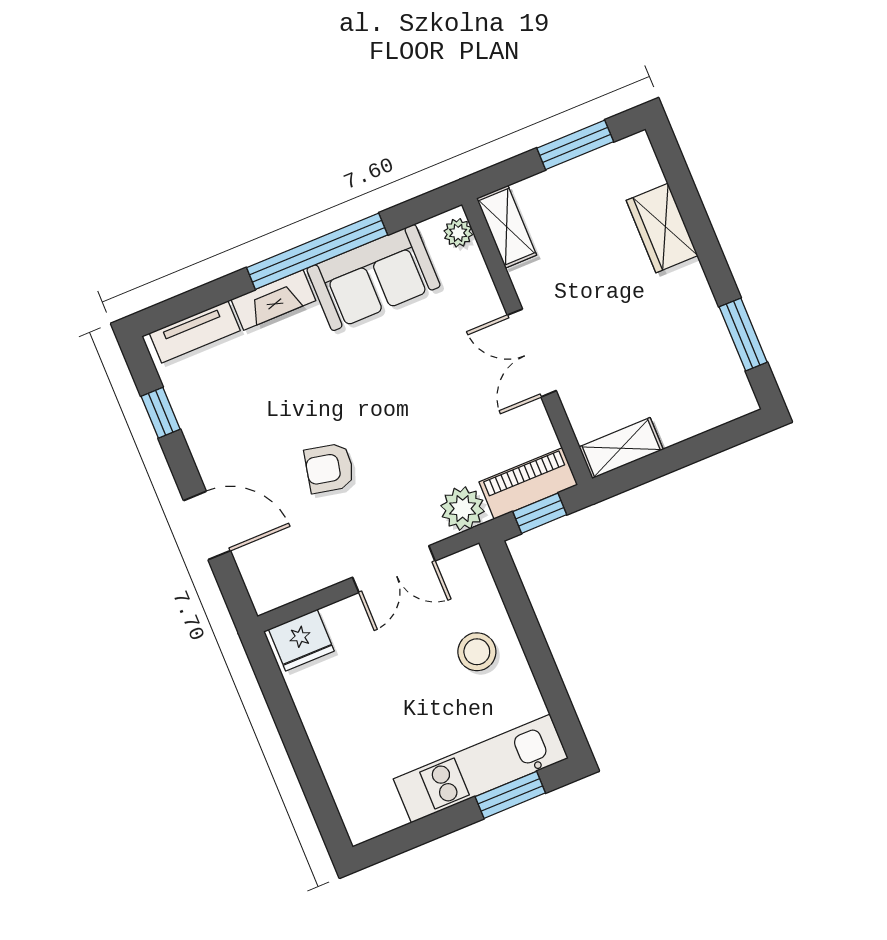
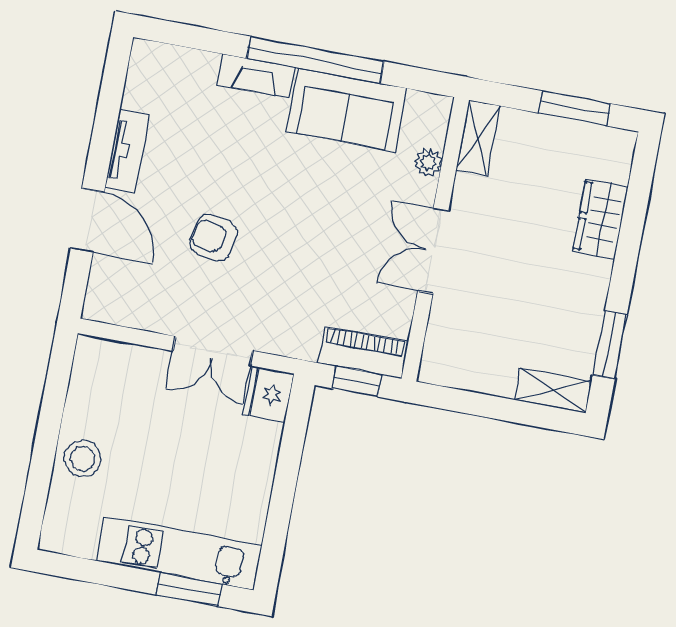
plant: (458, 233) -> (428, 163), moved
tv unit: (195, 332) -> (127, 151), moved, turned -90
window: (161, 413) -> (109, 107), removed
shelving: (621, 448) -> (553, 390), moved
plant: (463, 509) -> (298, 338), removed
fridge: (301, 640) -> (269, 394), moved, turned 90
stool: (477, 652) -> (83, 459), moved

